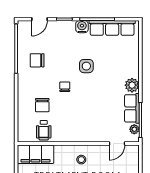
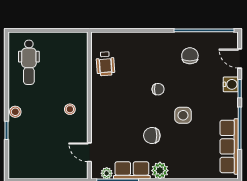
water cooler: (82, 27) -> (231, 84), moved
chair: (42, 105) -> (152, 136), moved
wheelchair: (44, 130) -> (105, 64), turned -94
filing cabinet: (35, 154) -> (76, 54), removed

